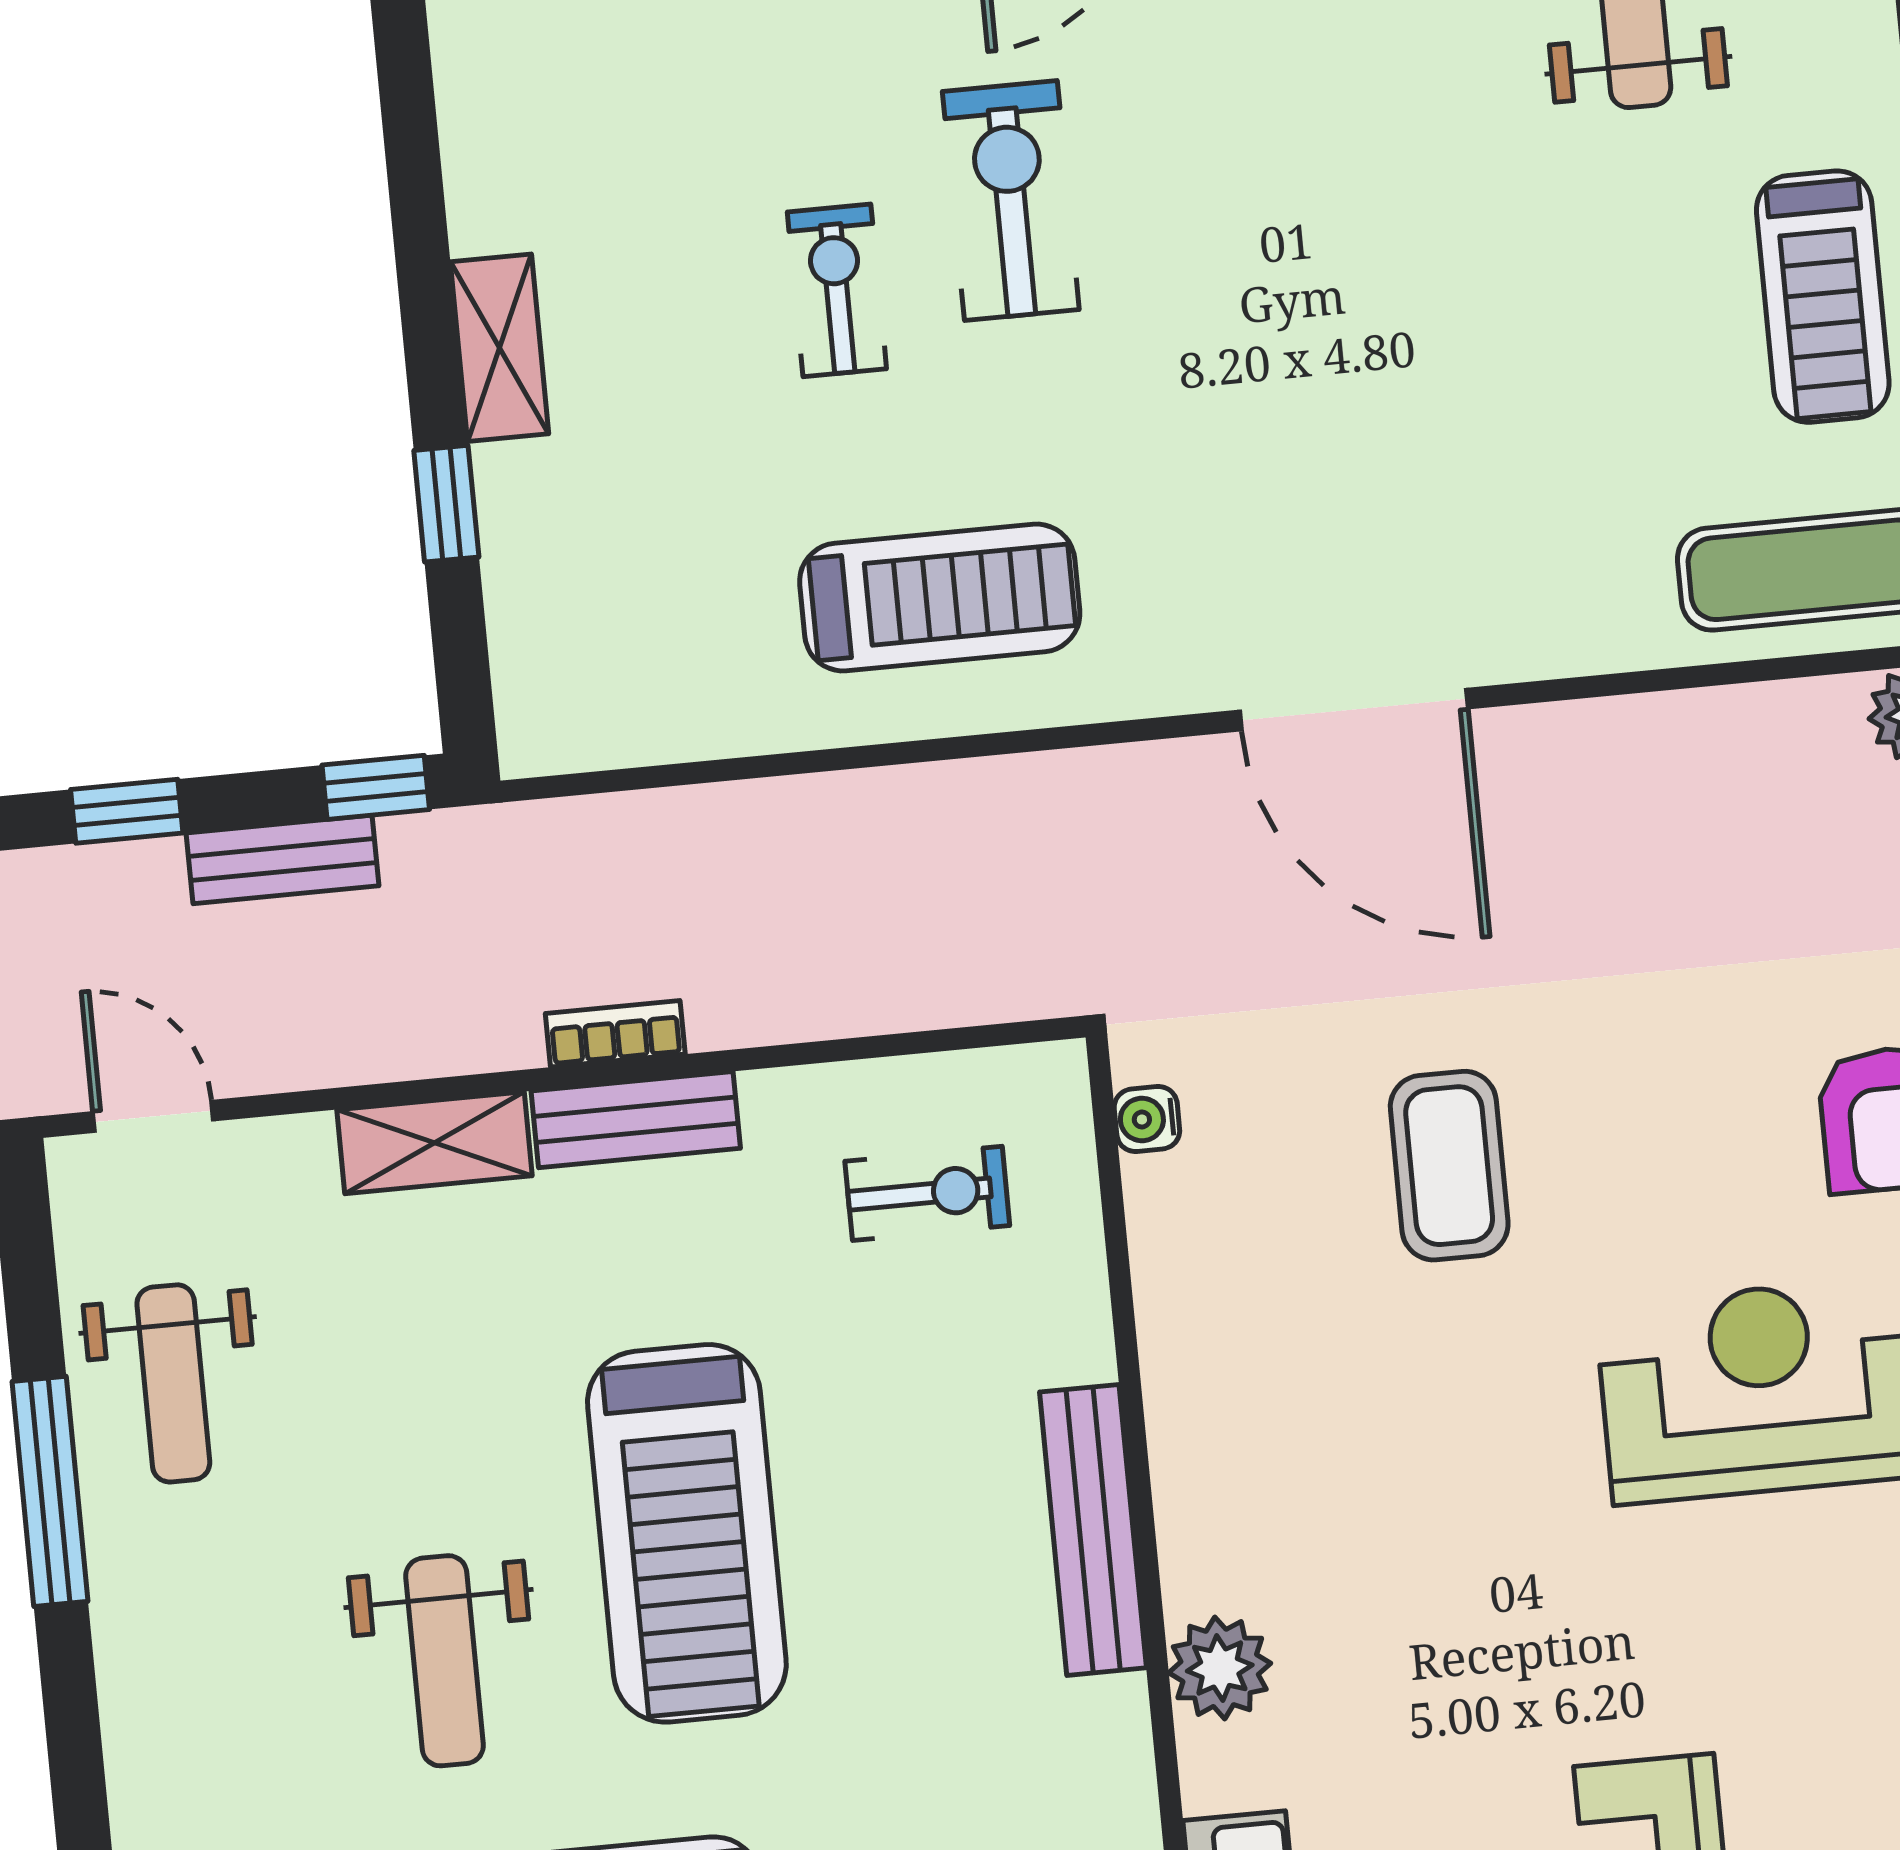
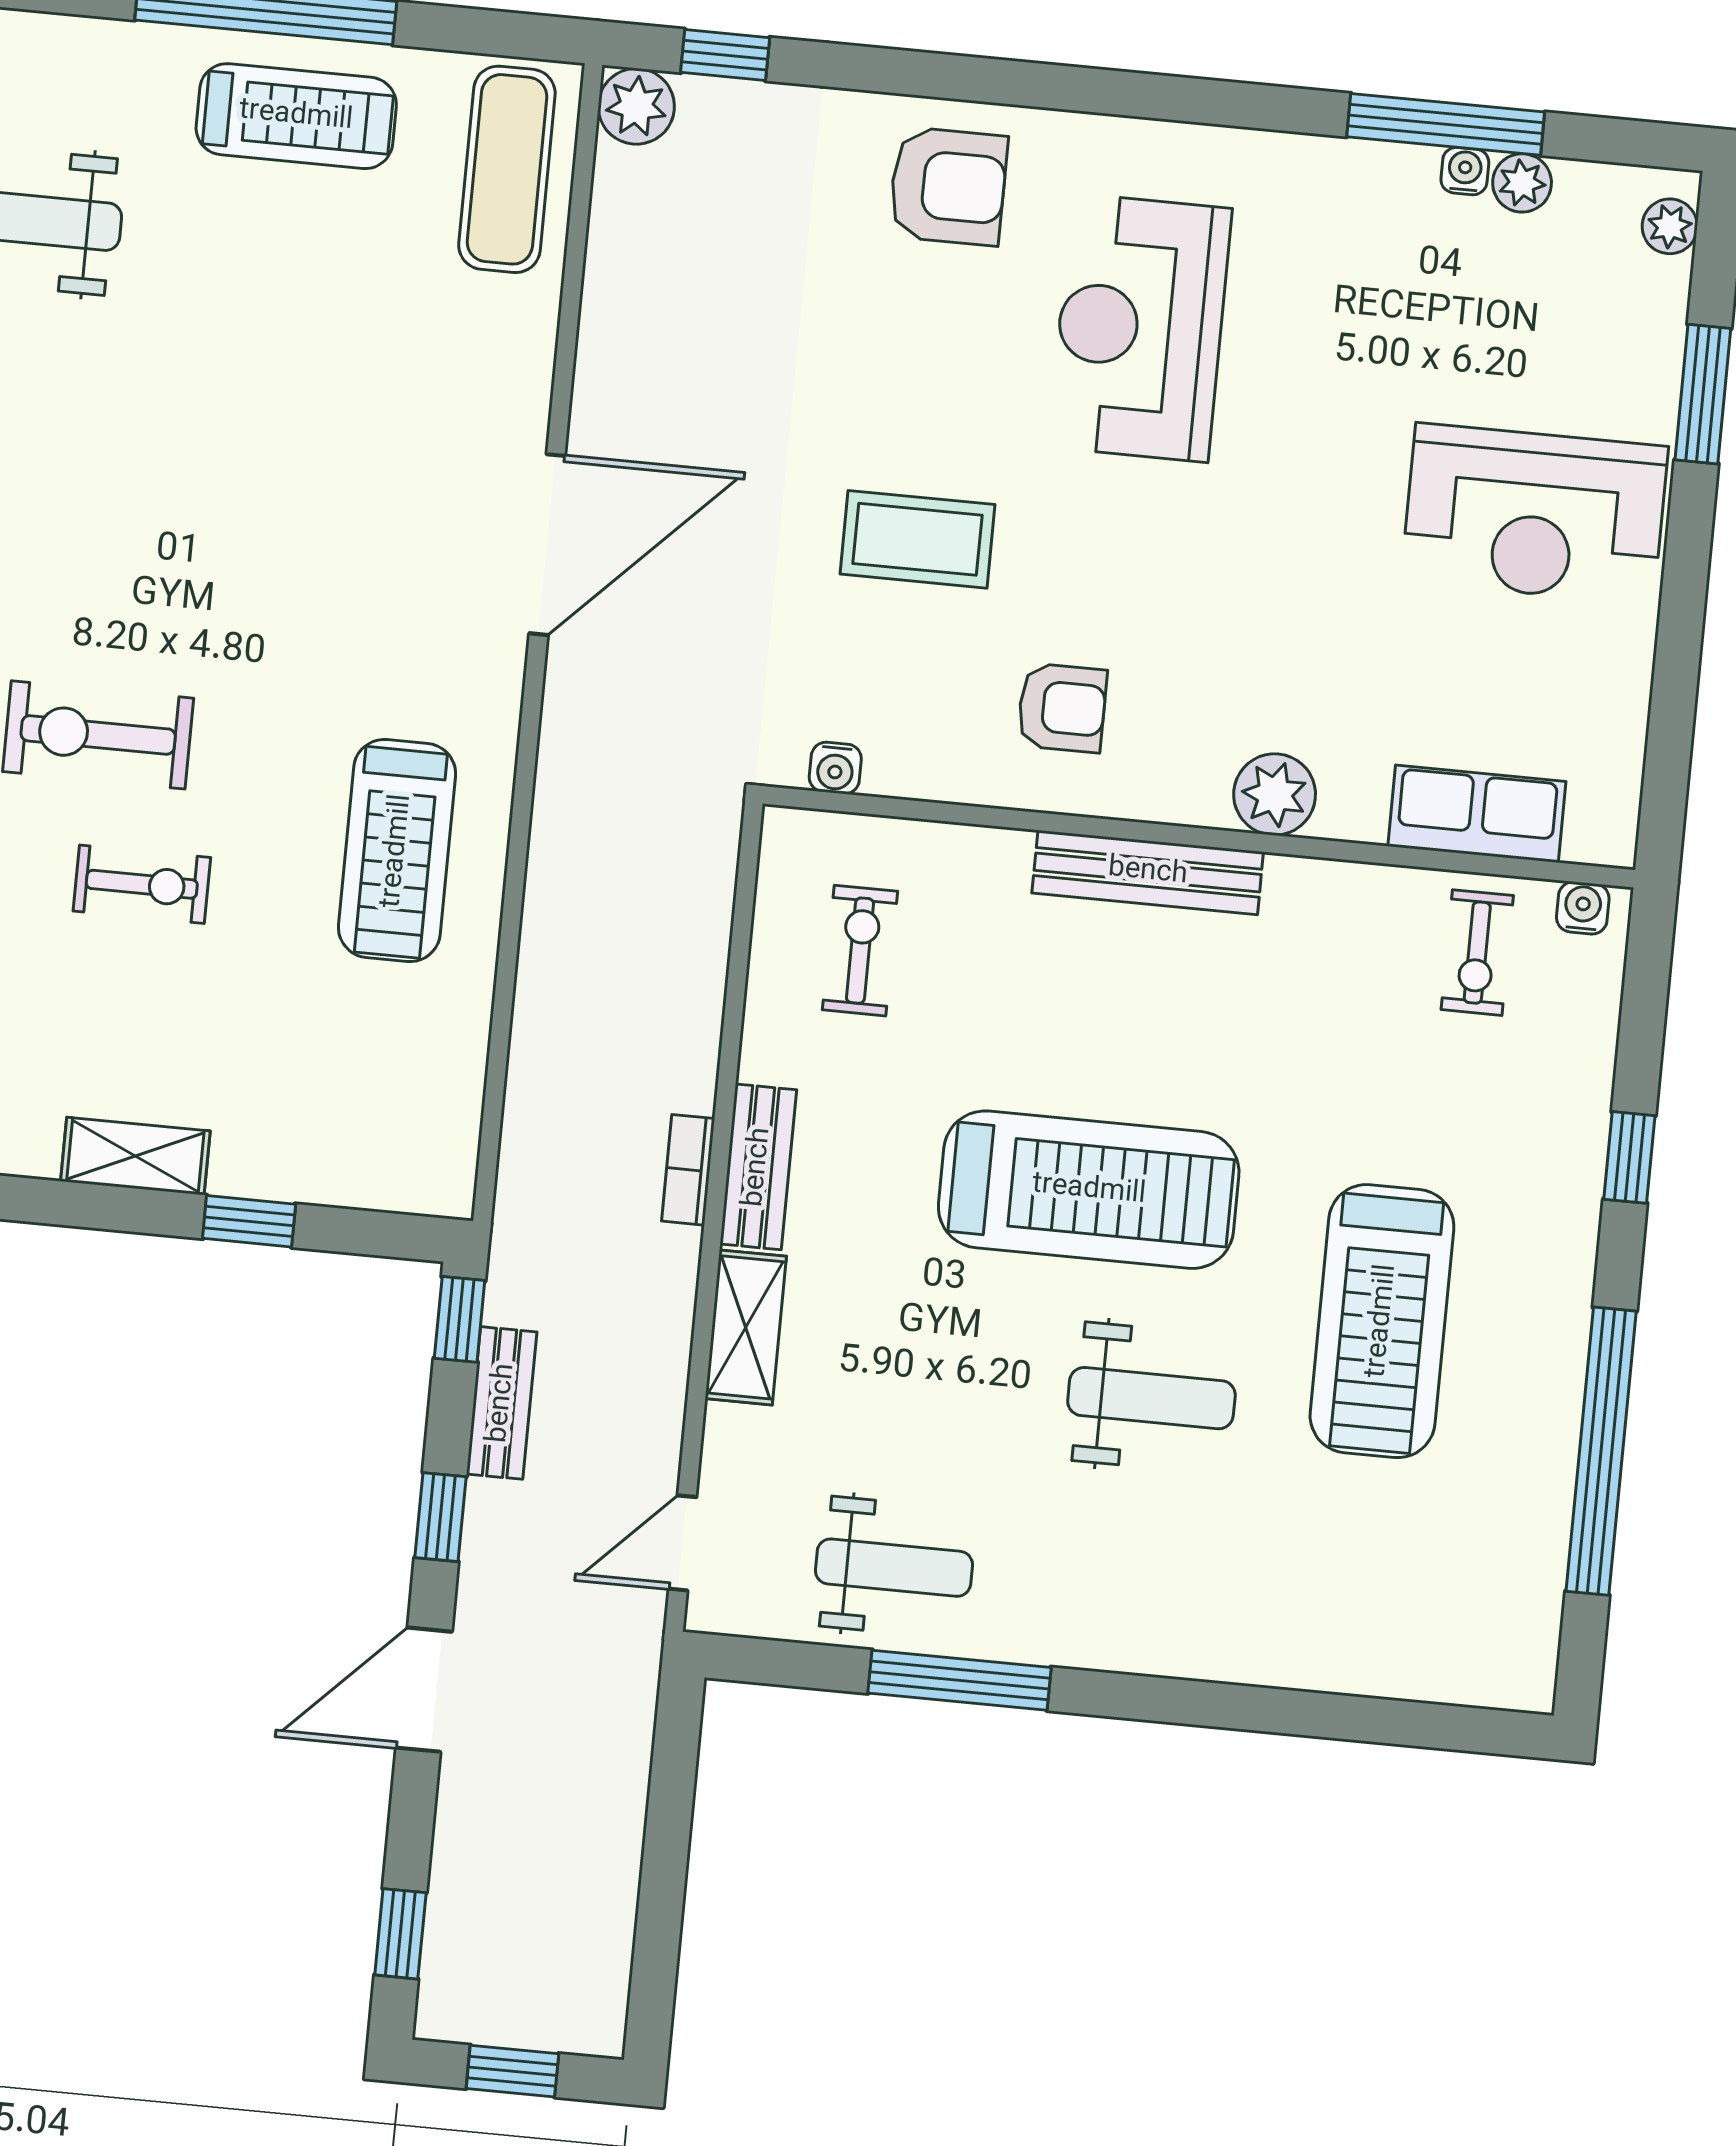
exercise bike: (837, 290) -> (142, 884), turned 180
treadmill: (940, 597) -> (397, 851), turned 180
armchair: (1276, 1384) -> (1062, 708), added

